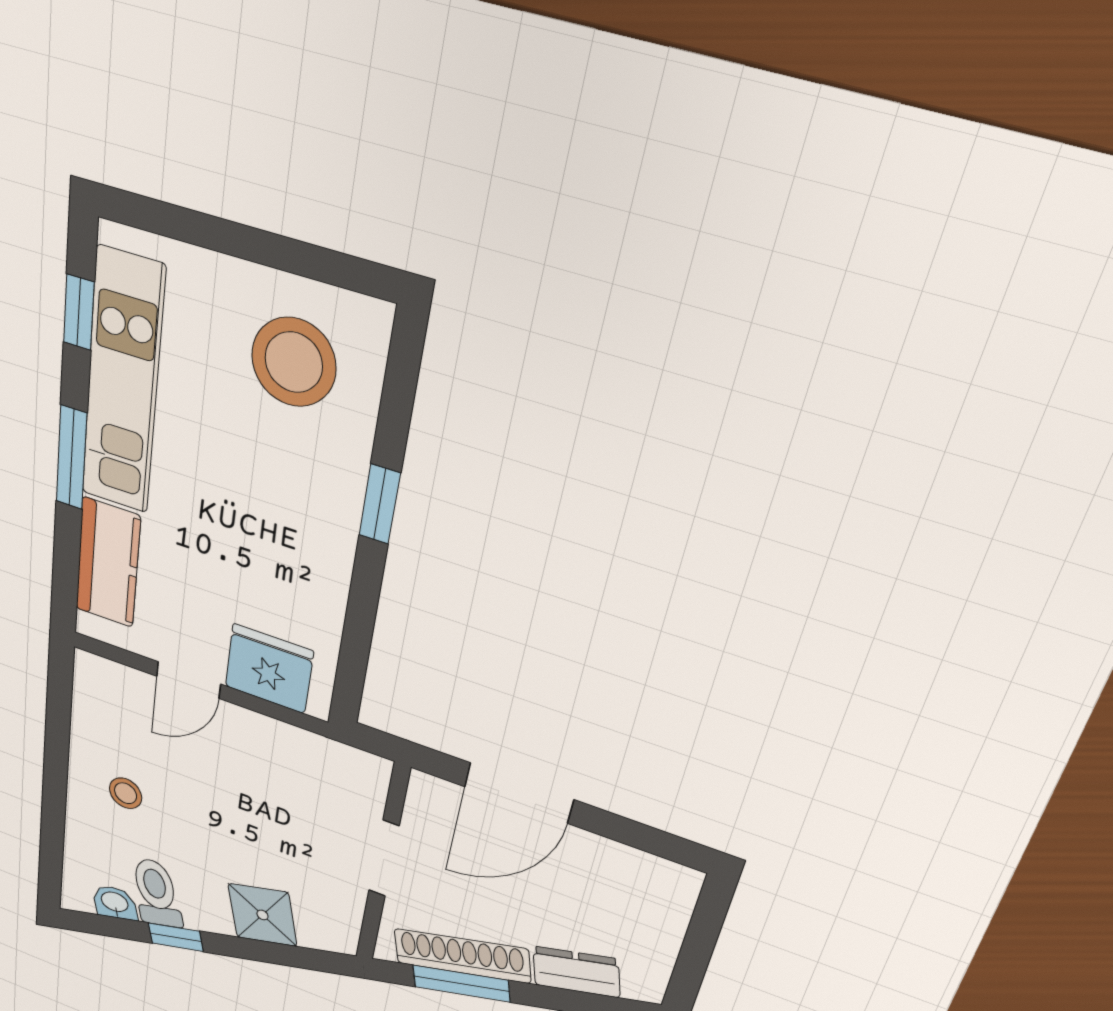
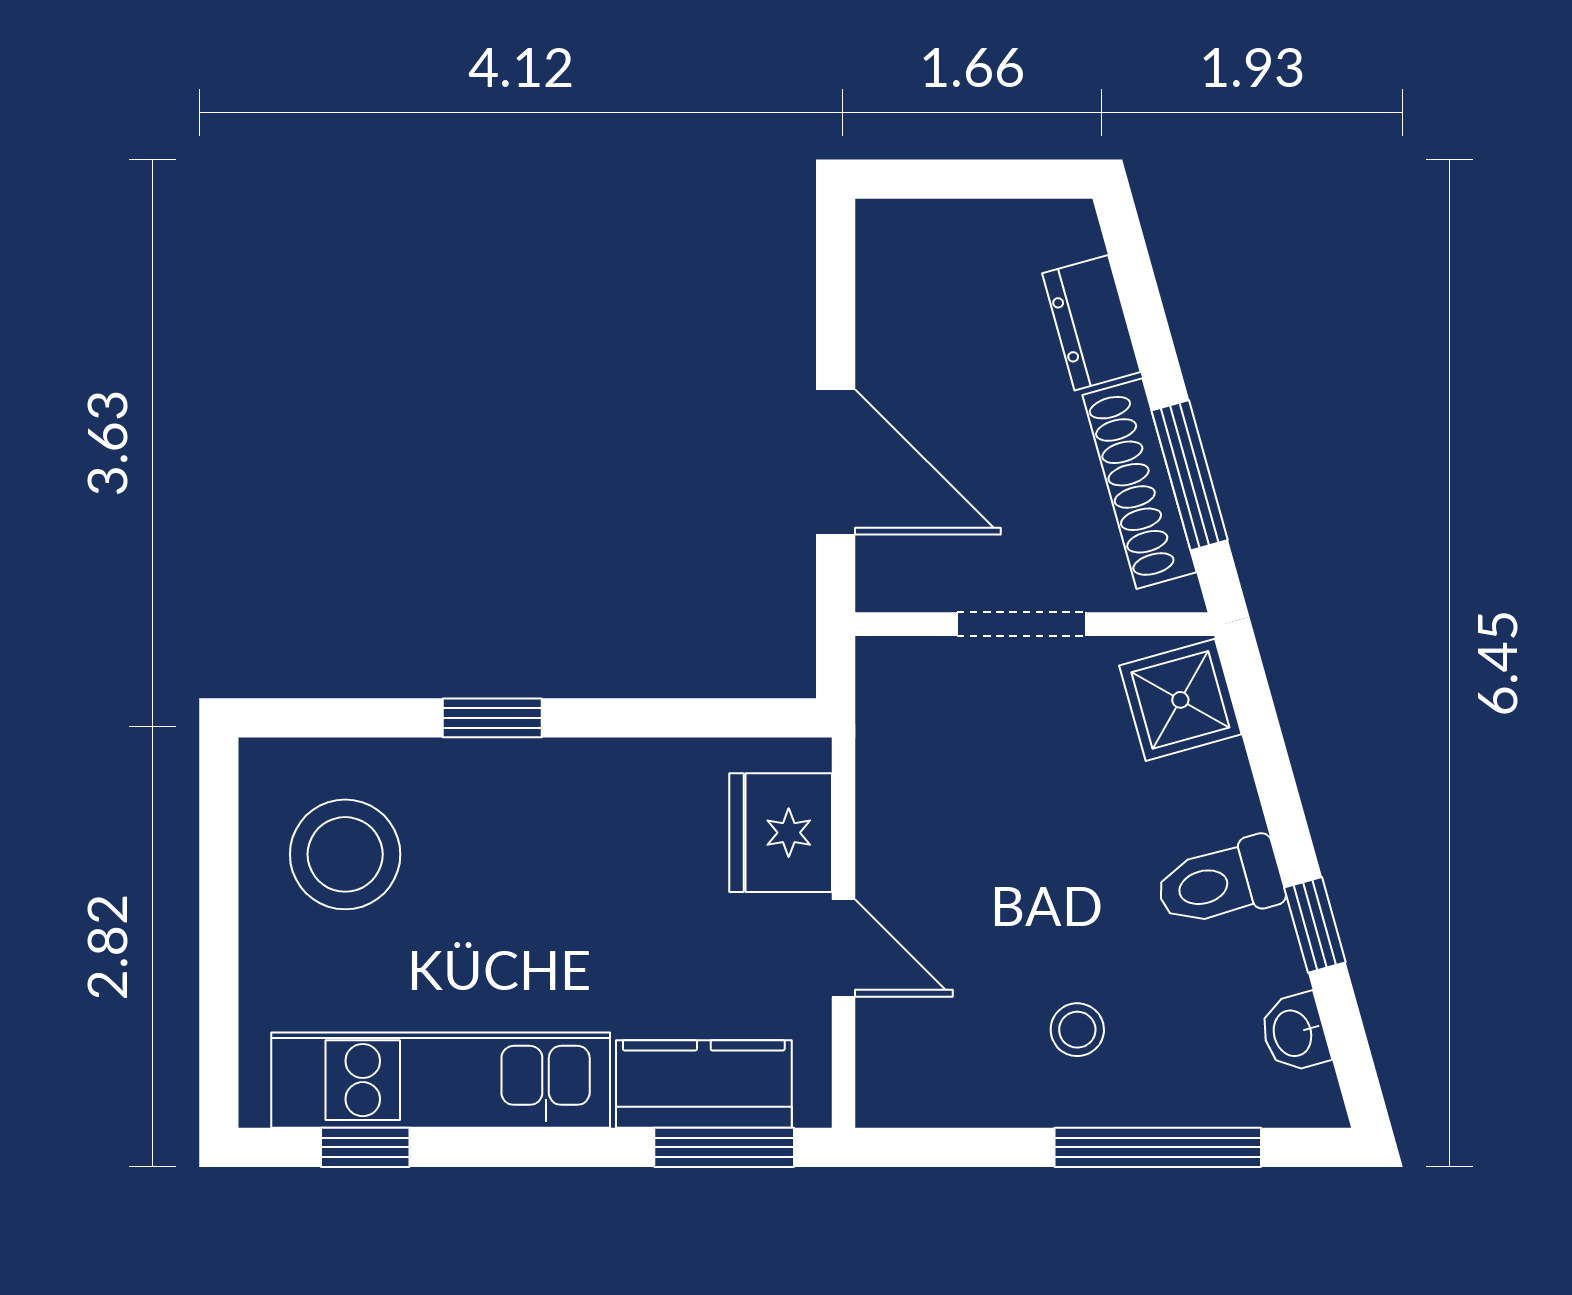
window: (71, 458) -> (724, 1147), moved
window: (54, 809) -> (1158, 1147), added
toilet: (156, 893) -> (1220, 883), moved
shower: (262, 915) -> (1180, 700), moved

